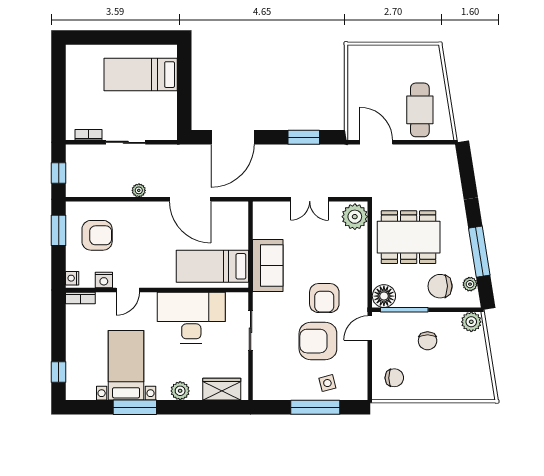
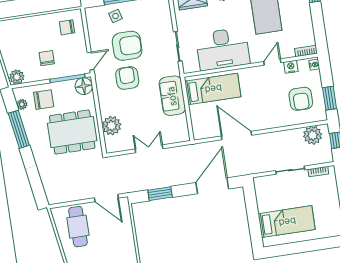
plant: (139, 190) -> (313, 135), moved, width x1.87, depth x1.87
plant: (355, 217) -> (112, 126), moved
armchair: (97, 235) -> (301, 99), turned -90

